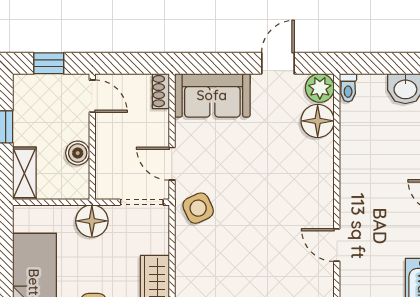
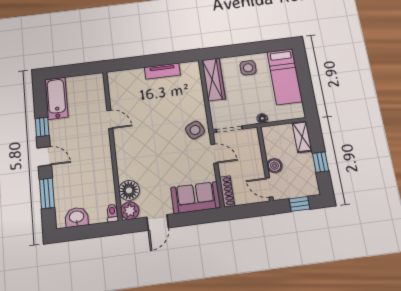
shoe rack: (161, 91) -> (227, 191), width x1.43
boiler: (78, 153) -> (275, 166), moved
floor lamp: (92, 221) -> (262, 118), width x0.53, depth x0.53

